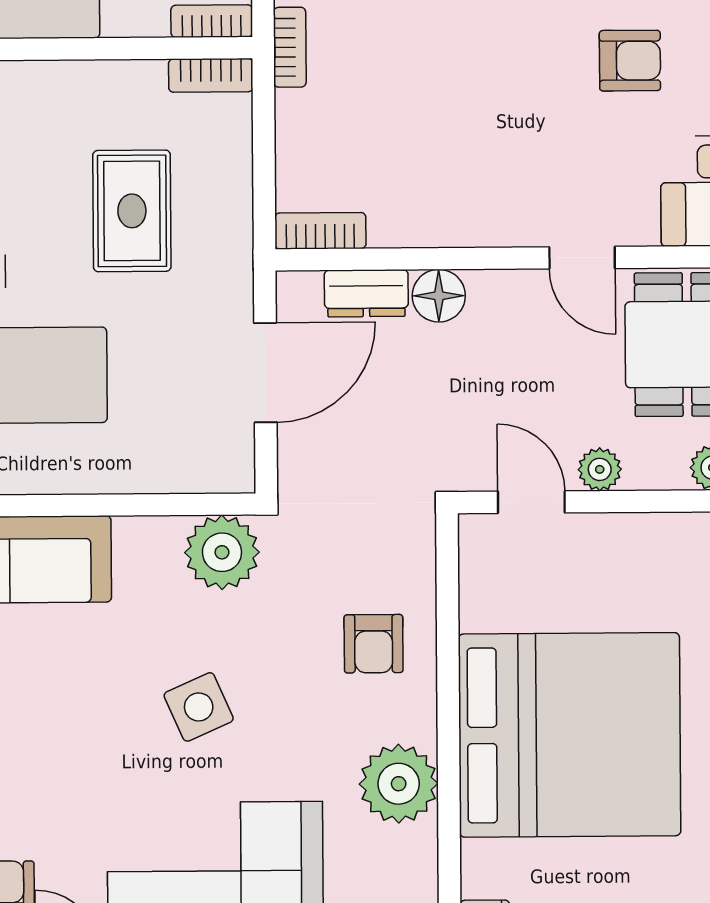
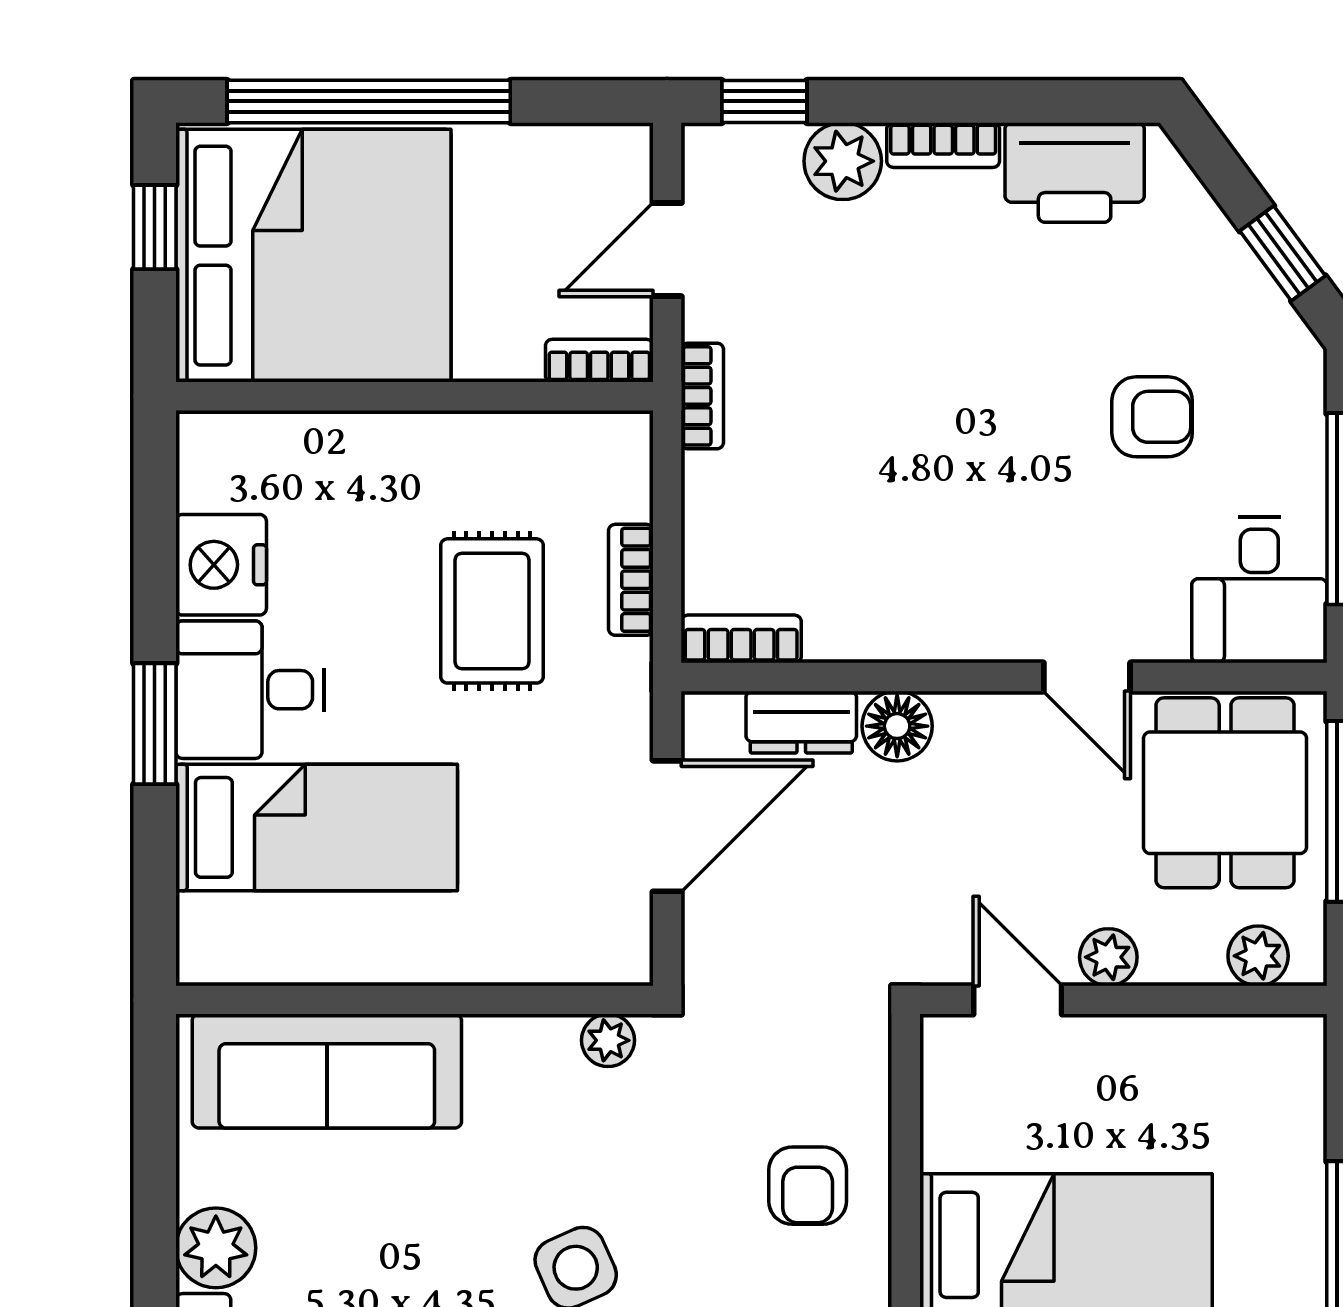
bookcase: (211, 75) -> (631, 580), moved, turned 90
plant: (222, 552) -> (608, 1040), width x0.53, depth x0.53

